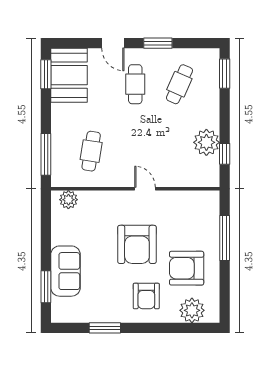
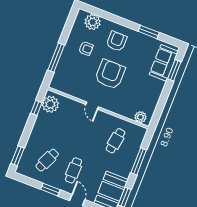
plant: (206, 142) -> (50, 104), moved
window: (46, 154) -> (139, 161), moved
armchair: (187, 268) -> (86, 48), width x0.53, depth x0.53
sofa: (66, 271) -> (164, 63), moved

